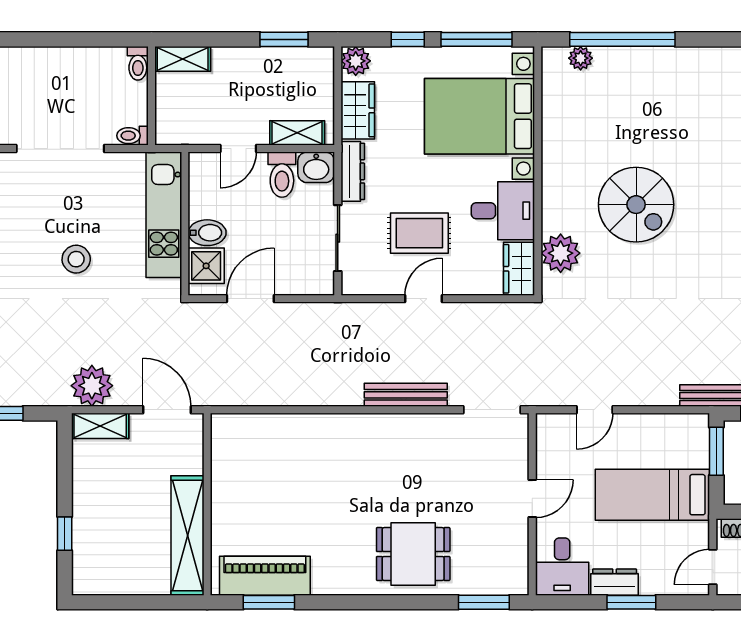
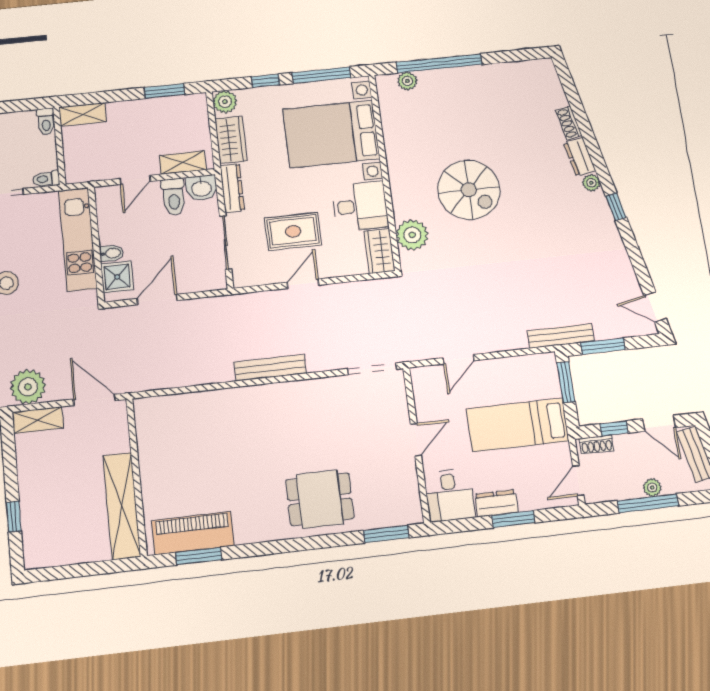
bidet: (207, 233) -> (112, 253), width x0.72, depth x0.74
bench: (406, 395) -> (270, 368), moved

